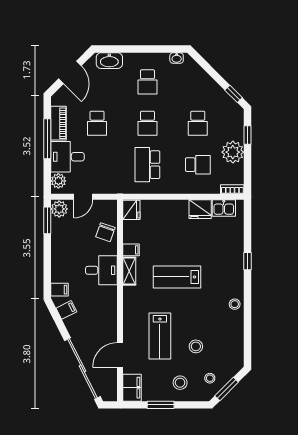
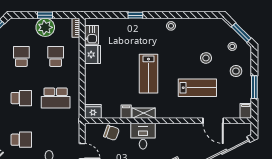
school desk: (198, 123) -> (21, 56), turned -90
window: (248, 135) -> (45, 15), moved
filing cabinet: (132, 388) -> (246, 111), width x0.50

